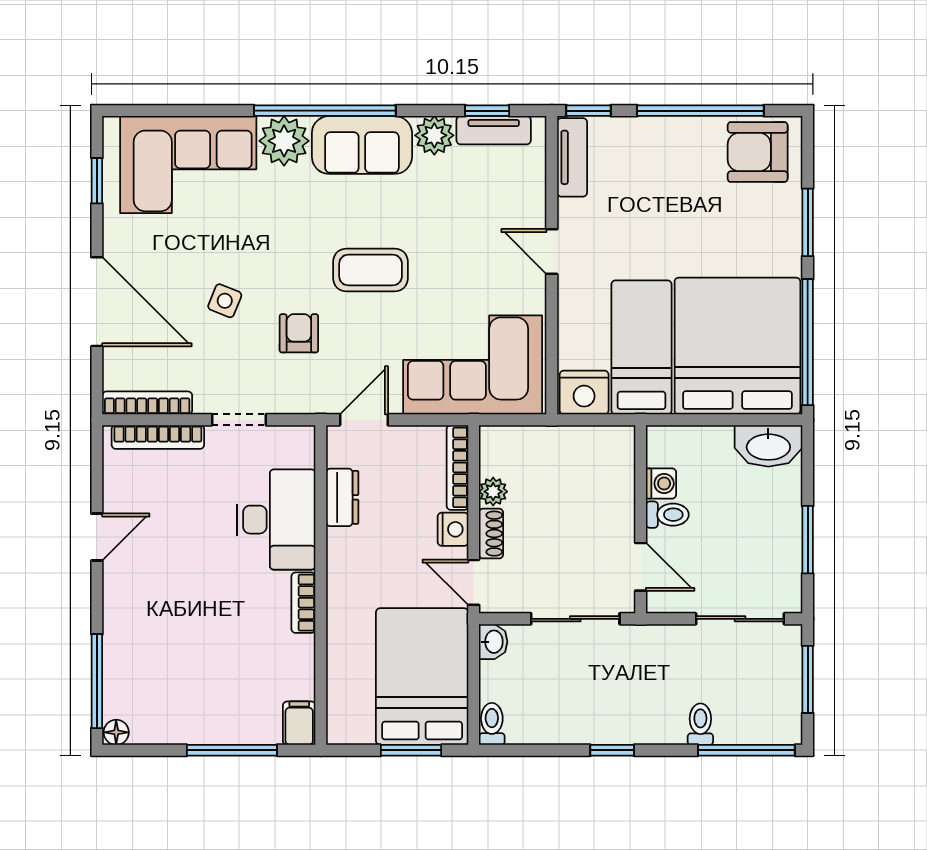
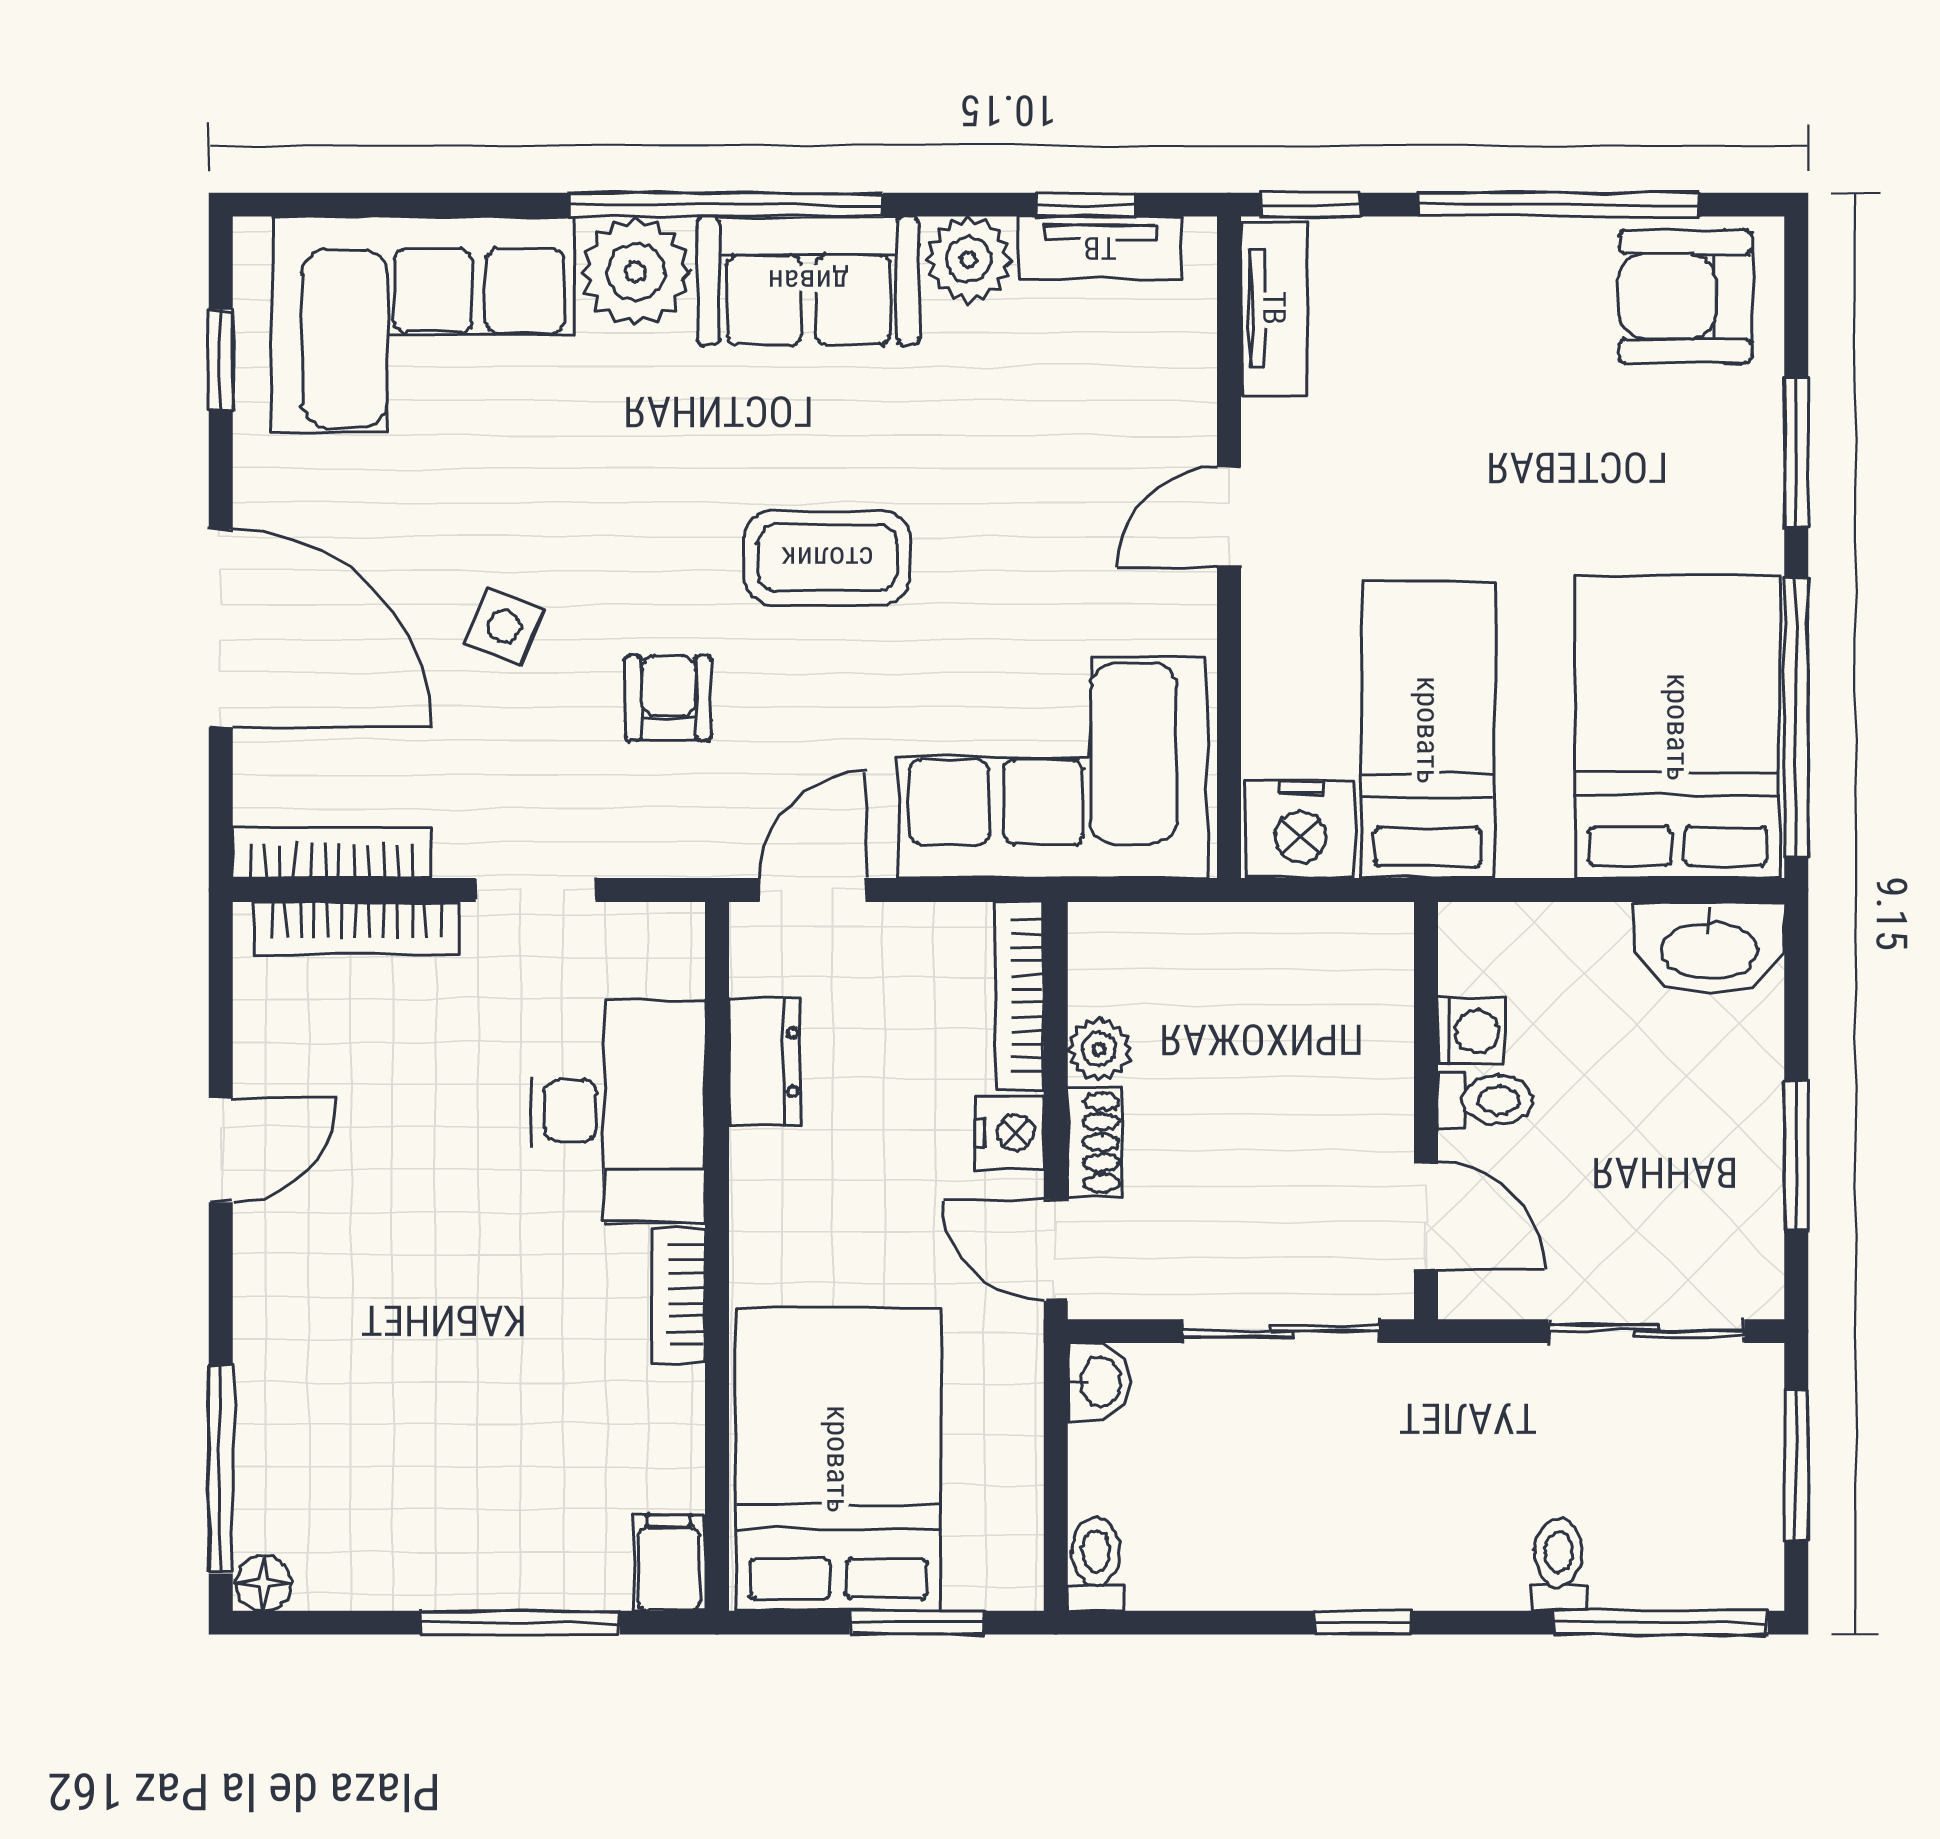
door: (552, 252) -> (1229, 517), hinge flipped
bed: (737, 346) -> (1678, 727), width x0.73
bed: (422, 677) -> (838, 1459), moved

